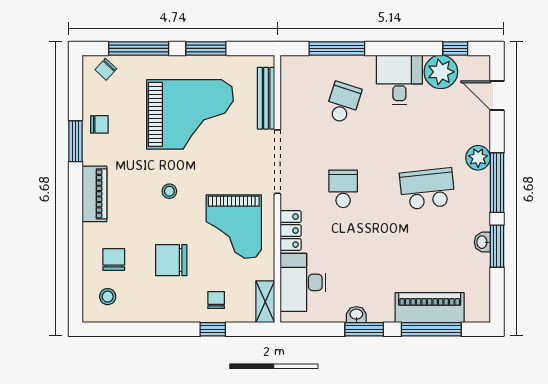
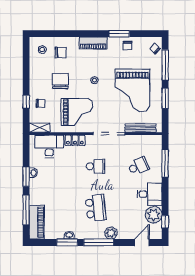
school desk: (343, 103) -> (138, 166), turned -42
grand piano: (234, 227) -> (77, 112), turned 180
piano: (430, 308) -> (37, 222), moved

